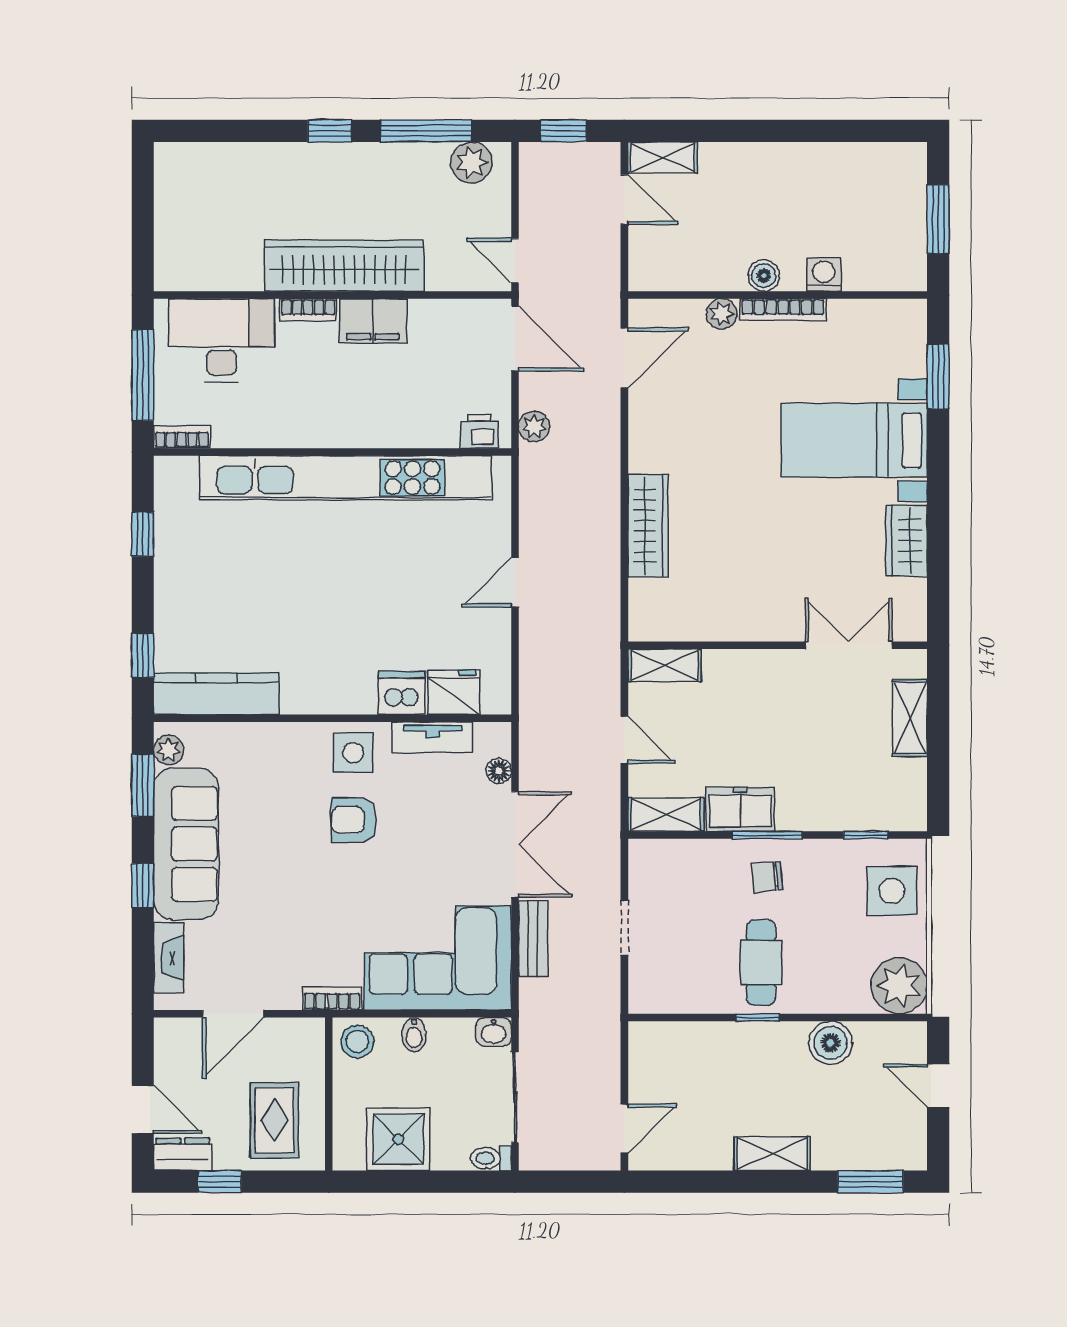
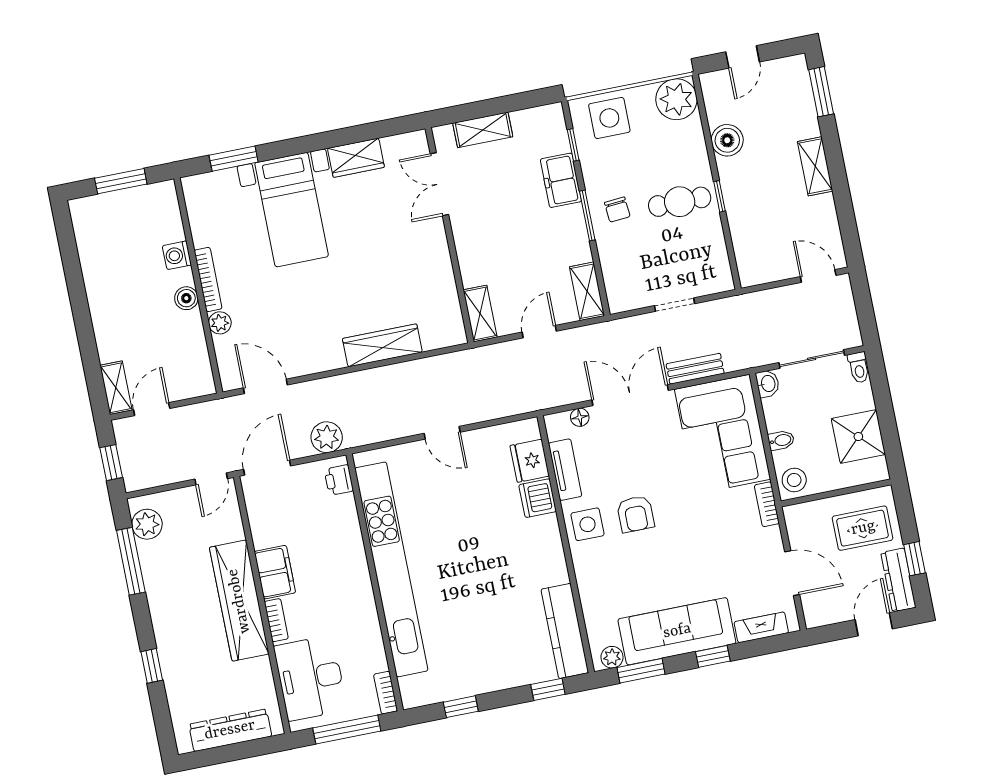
window: (330, 131) -> (152, 666), moved
dresser: (173, 219) -> (230, 730), added
plant: (534, 426) -> (327, 437), width x1.38, depth x1.38
freezer: (740, 809) -> (561, 180), moved
dresser: (183, 1154) -> (898, 580), width x1.44

